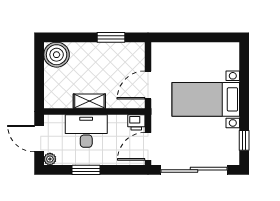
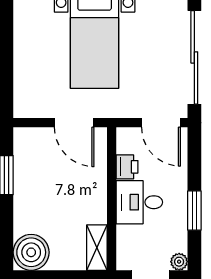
shelving: (89, 101) -> (97, 248), moved
printer: (136, 122) -> (127, 167), moved
desk: (86, 131) -> (139, 202), width x0.73

